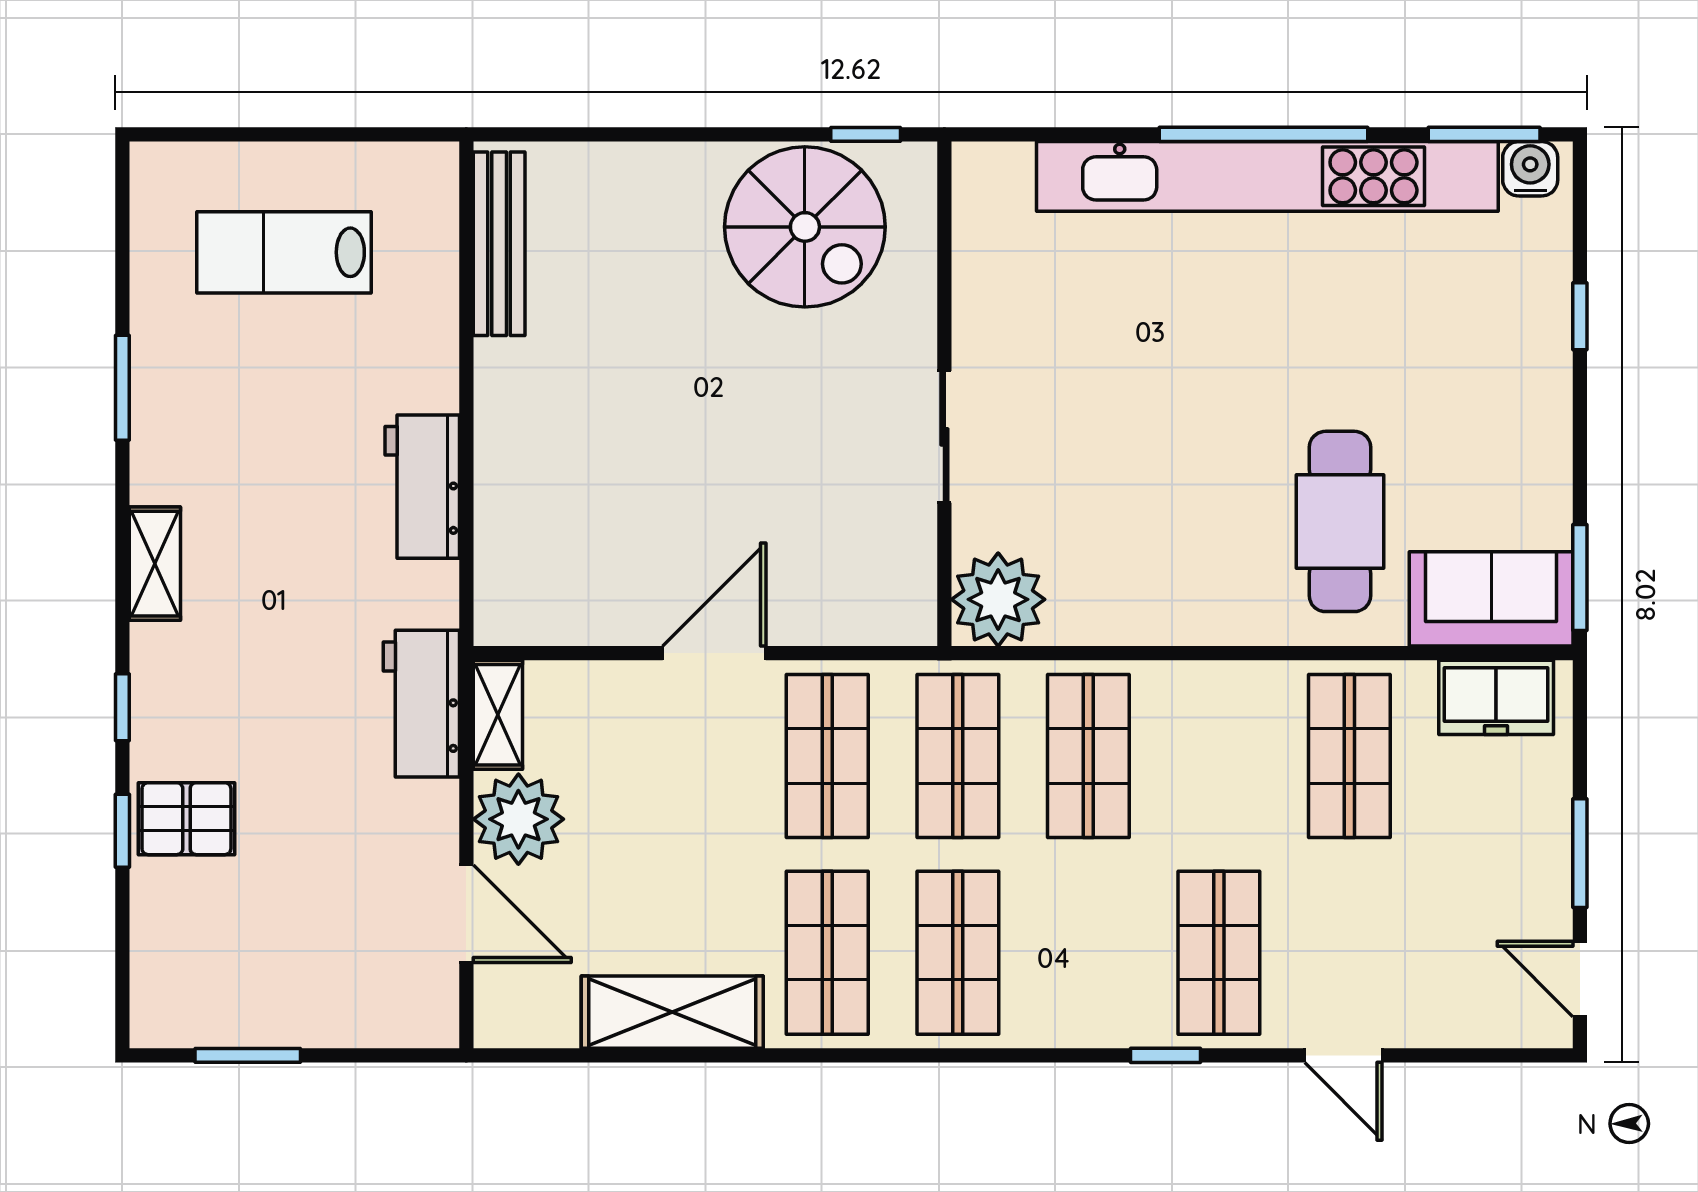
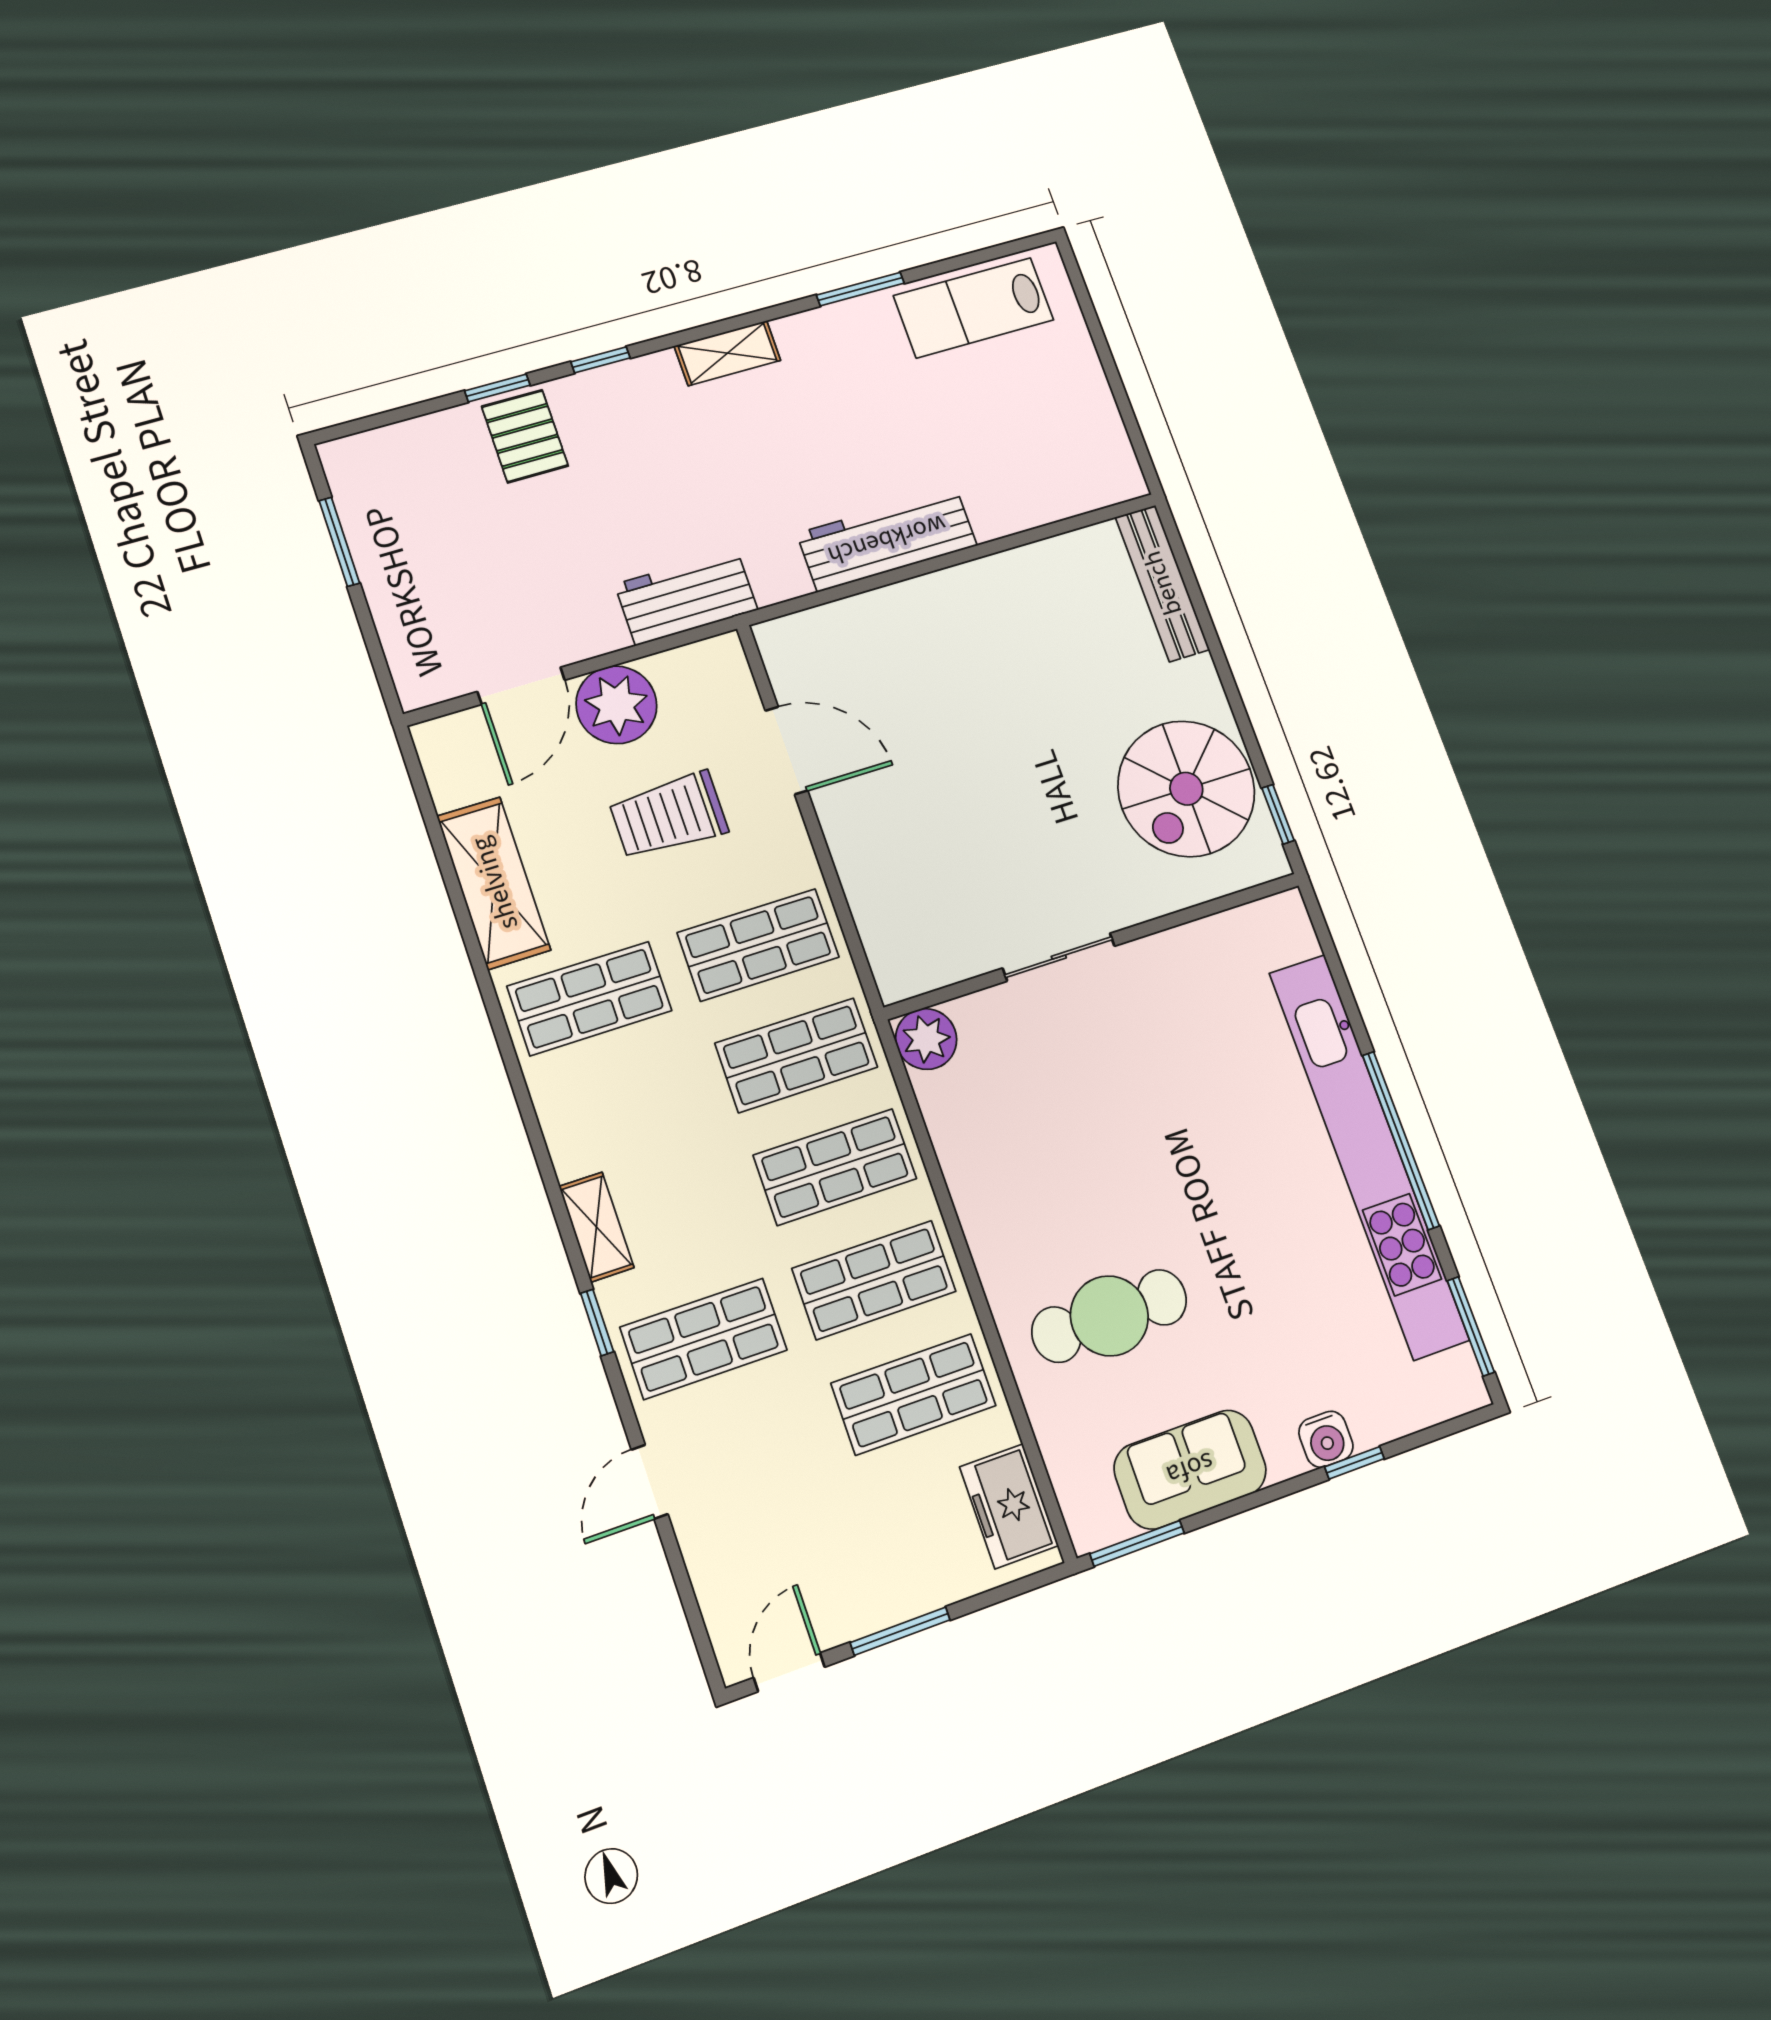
water cooler: (1530, 169) -> (1326, 1439), moved, turned 90
bench: (499, 244) -> (1162, 583), moved, turned 90
lab bench: (284, 252) -> (974, 308), moved, turned -90
workbench: (422, 487) -> (887, 540), width x1.37
plant: (998, 599) -> (926, 1039), width x0.73, depth x0.73
sofa: (1491, 599) -> (1190, 1469), moved, turned -90
door: (714, 653) -> (786, 751), moved
shelving: (498, 715) -> (596, 1227), moved, turned 90
trolley: (657, 804) -> (669, 816), added
shop shelf: (958, 953) -> (874, 1280), moved

